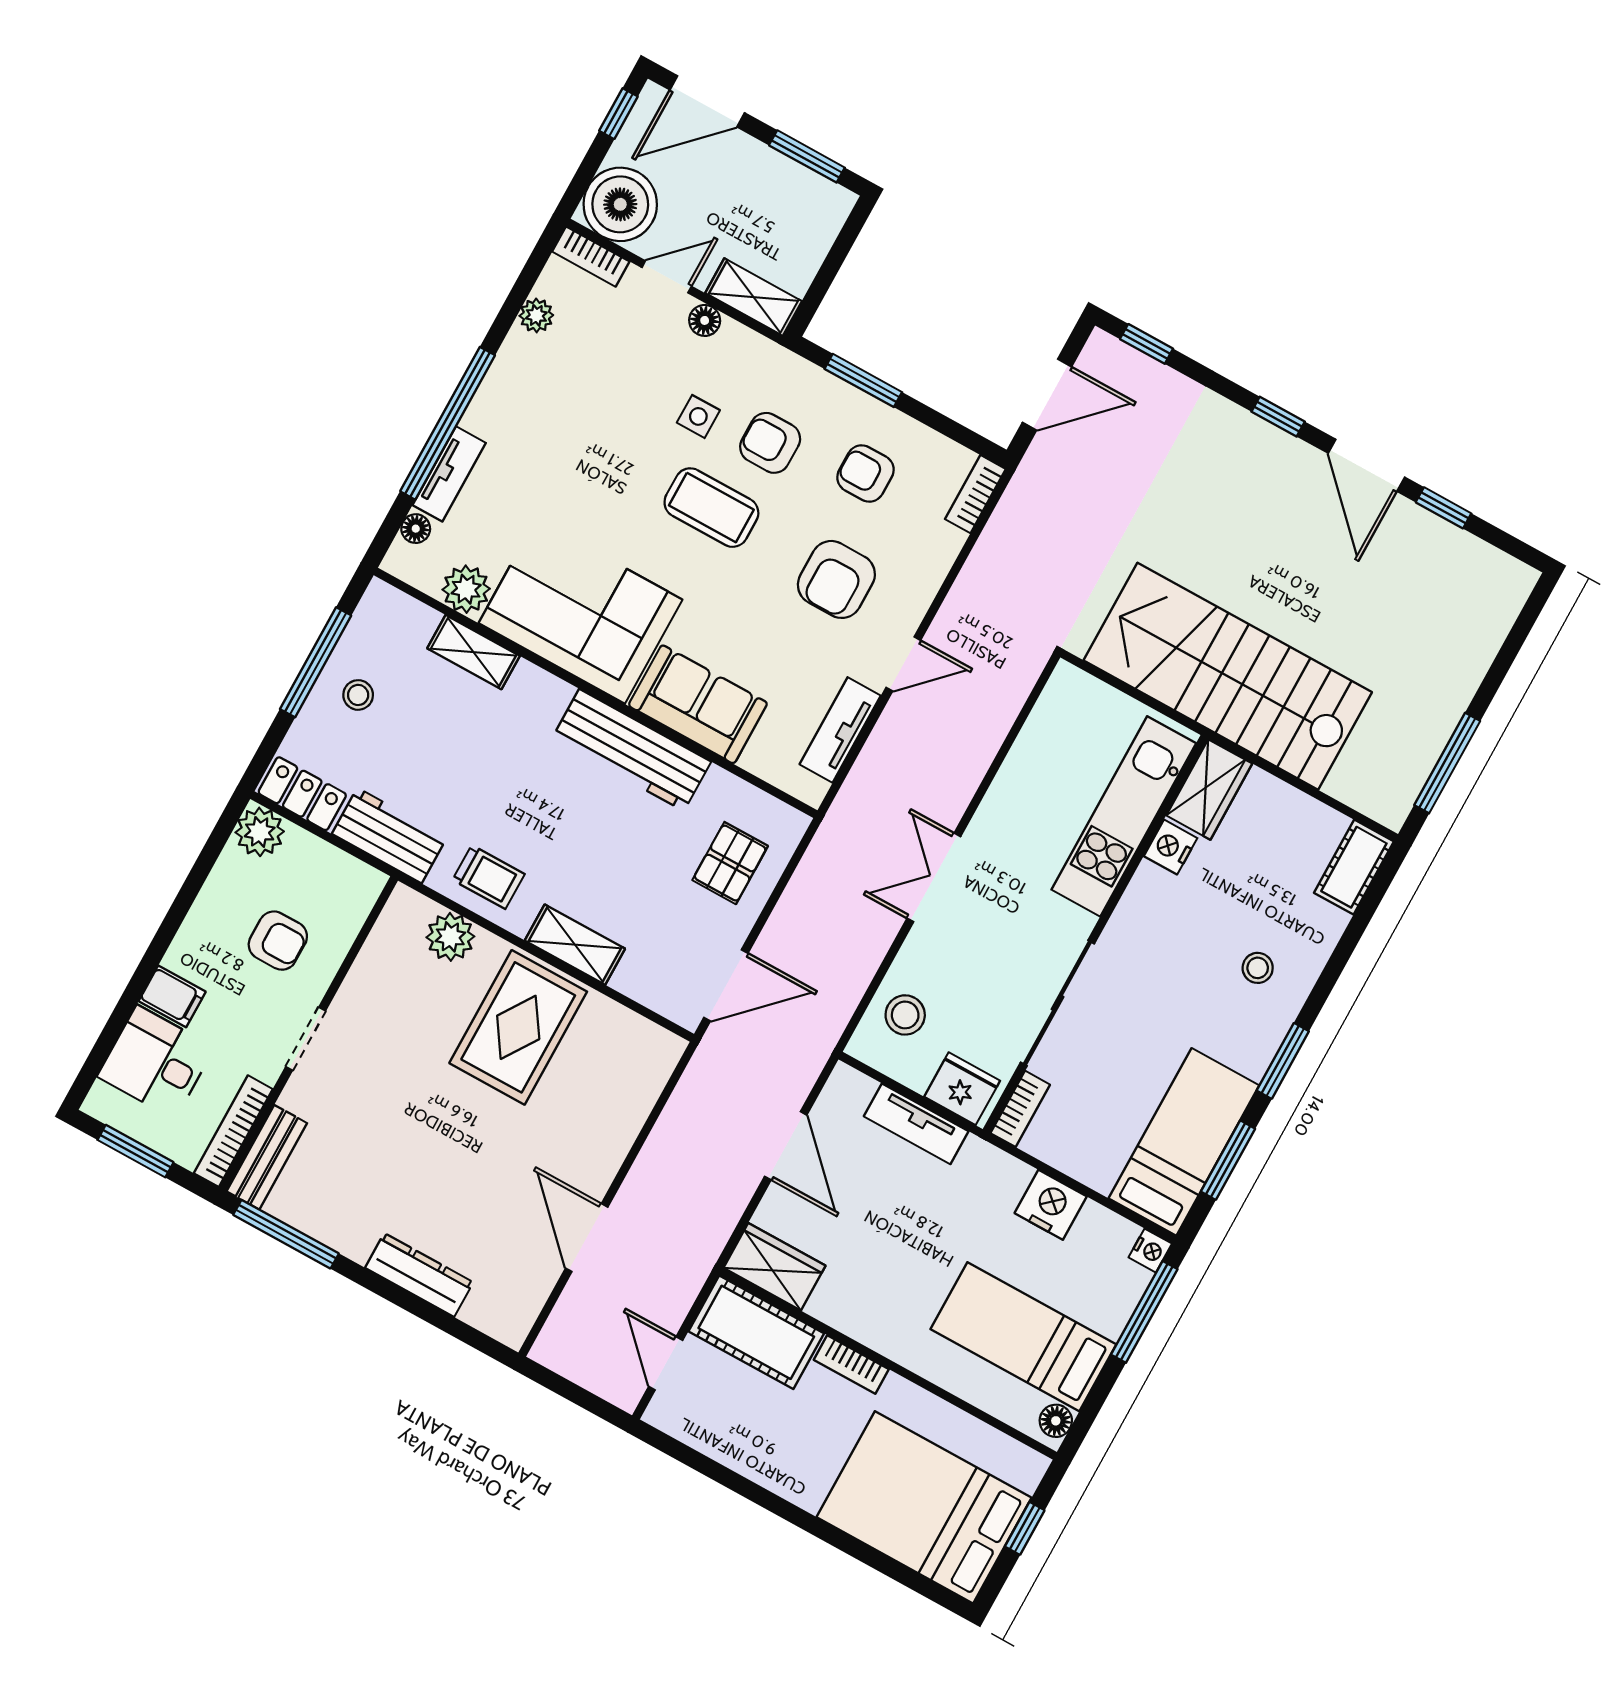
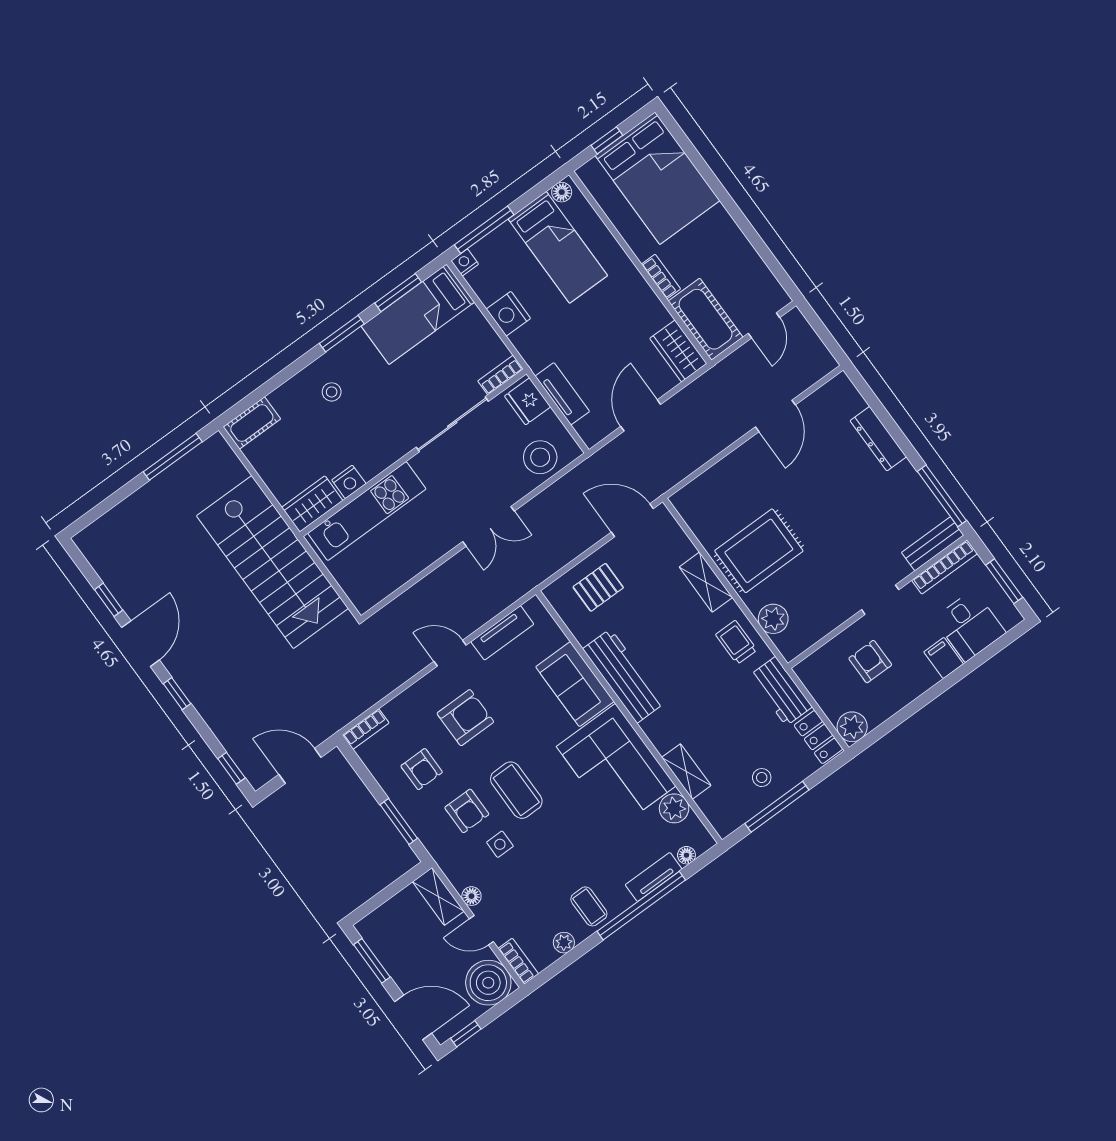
coffee table: (524, 386) -> (589, 906), added
stool: (905, 1015) -> (540, 457), width x1.38, depth x1.38

